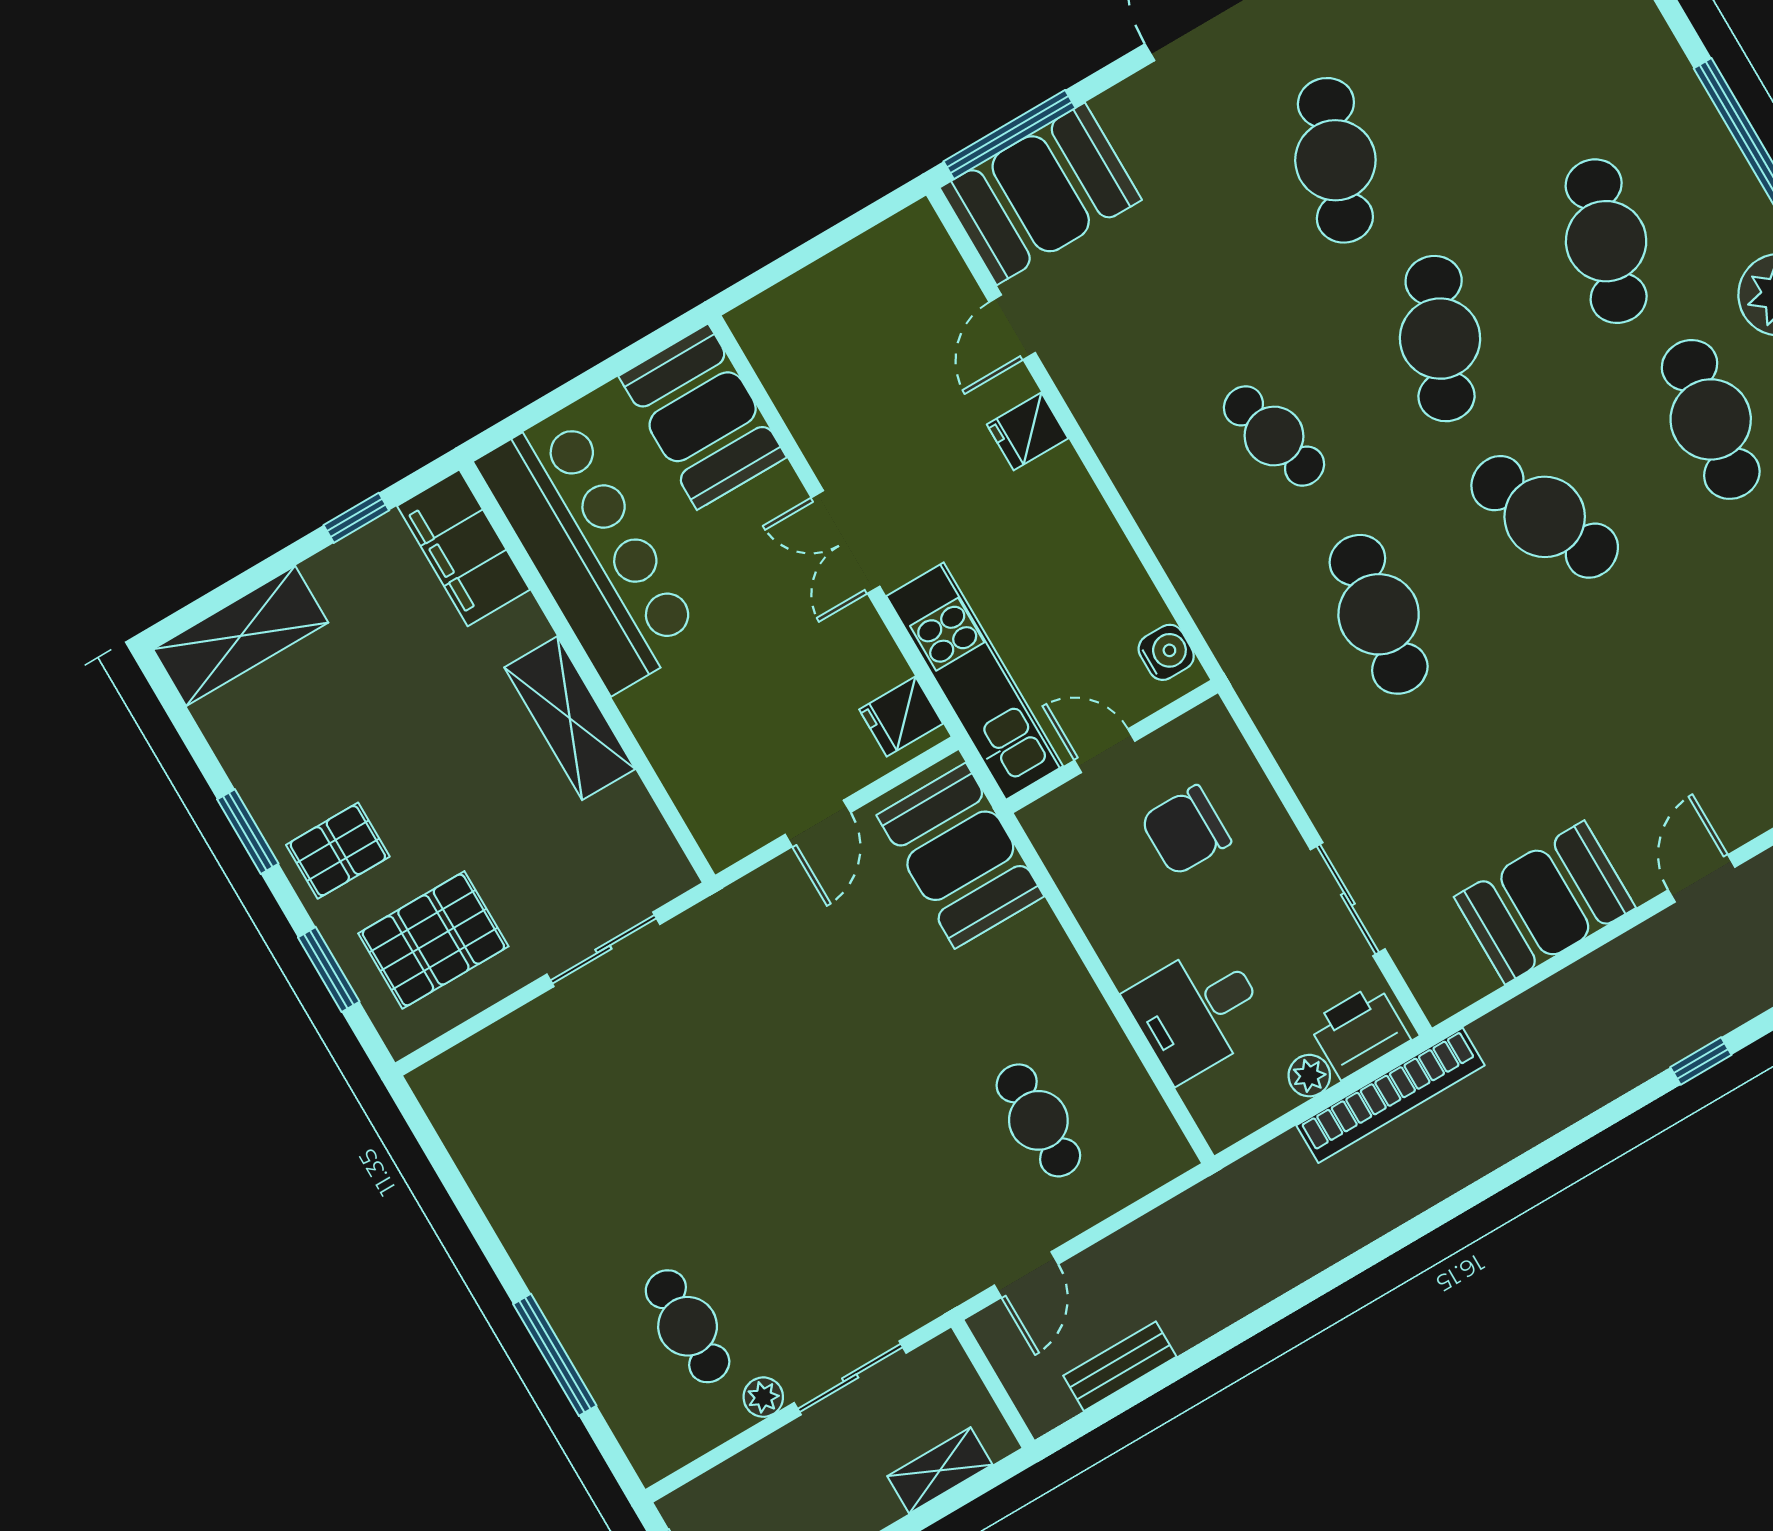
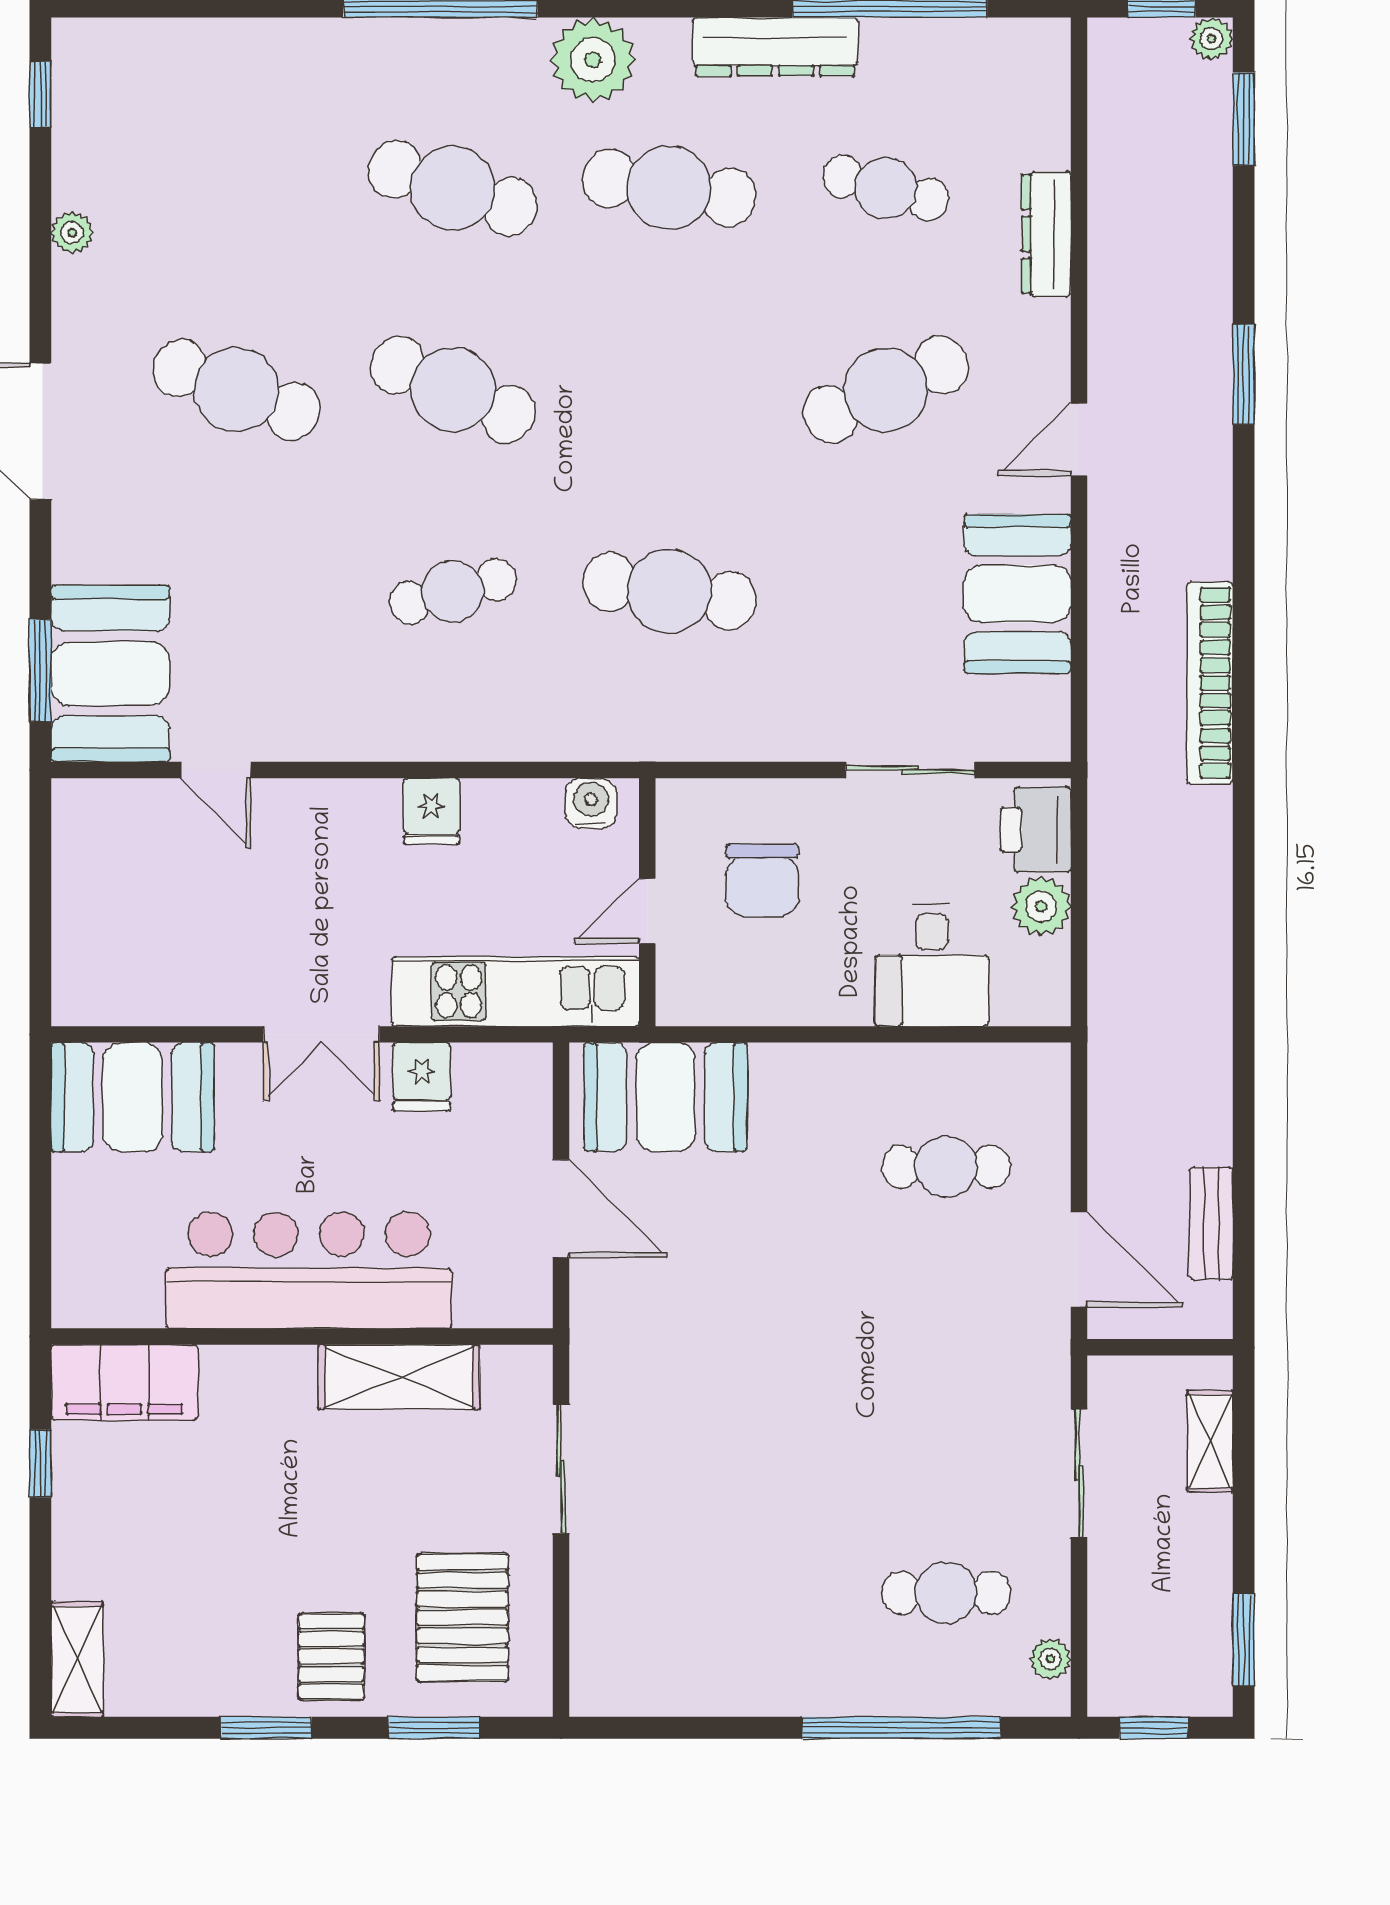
window: (1010, 135) -> (40, 670), width x0.69
fridge: (1028, 431) -> (431, 811), moved
cafe table: (1545, 517) -> (886, 390), moved
bar counter: (590, 551) -> (309, 1270), moved
shelving: (241, 636) -> (77, 1659), width x0.67, depth x0.75
fridge: (901, 716) -> (422, 1077), moved
shelving: (570, 718) -> (399, 1377), moved
door: (818, 823) -> (561, 1209), width x1.38
door: (1702, 878) -> (1079, 439), hinge flipped
window: (1701, 1061) -> (1244, 537), removed
plant: (1309, 1076) -> (1041, 906), width x1.38, depth x1.38
bookcase: (1391, 1095) -> (1210, 683), moved, turned 180
door: (1026, 1275) -> (1079, 1259), width x1.38
window: (555, 1355) -> (902, 1728), width x1.46
plant: (763, 1397) -> (1050, 1659), moved

